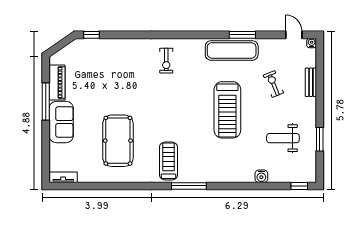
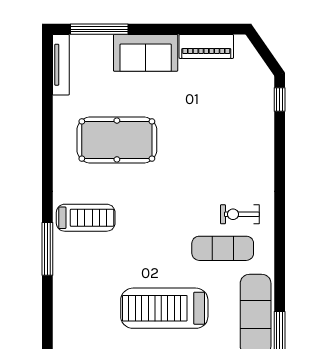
exercise mat: (188, 72) -> (223, 248), added
window: (46, 102) -> (99, 29), moved
tv unit: (63, 177) -> (61, 65), width x1.41

